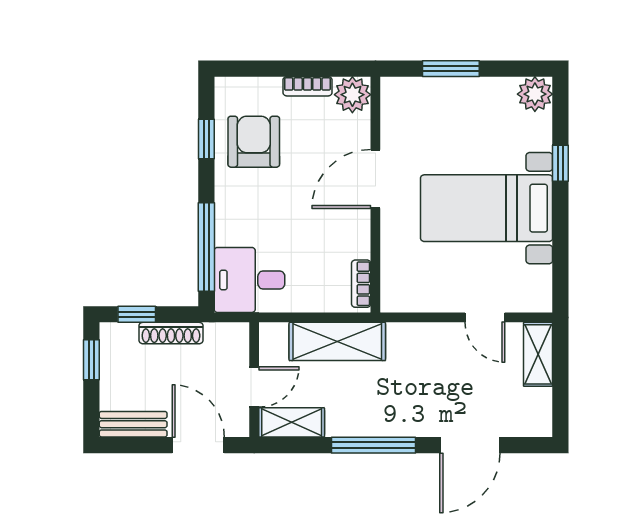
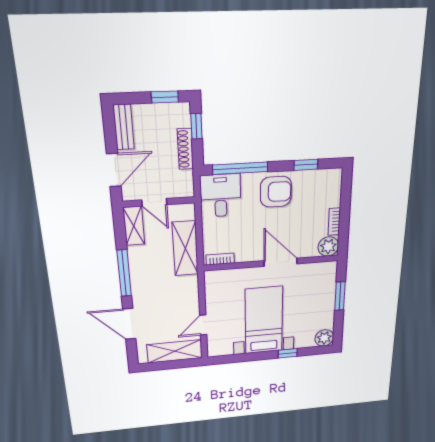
armchair: (254, 142) -> (276, 192), moved
shelving: (538, 354) -> (175, 351), width x1.50, depth x1.33

